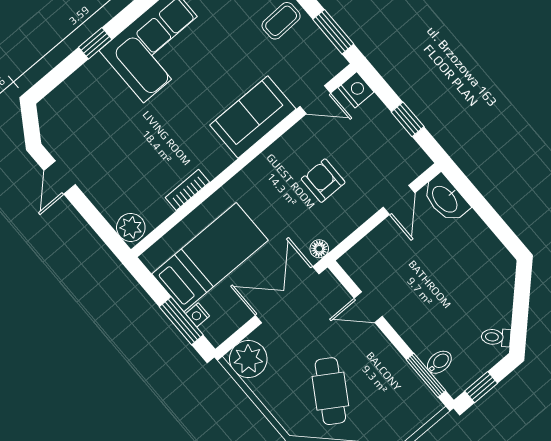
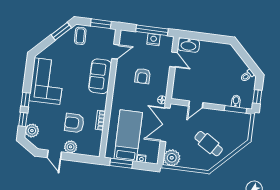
window: (61, 72) -> (23, 119), added
nightstand: (356, 90) -> (154, 40), moved
plant: (59, 104) -> (32, 131), added
window: (408, 119) -> (152, 30), width x2.17
armchair: (140, 155) -> (74, 123), added
armchair: (323, 181) -> (143, 76), turned -90
plant: (131, 227) -> (71, 147), moved
window: (181, 321) -> (121, 163), moved

